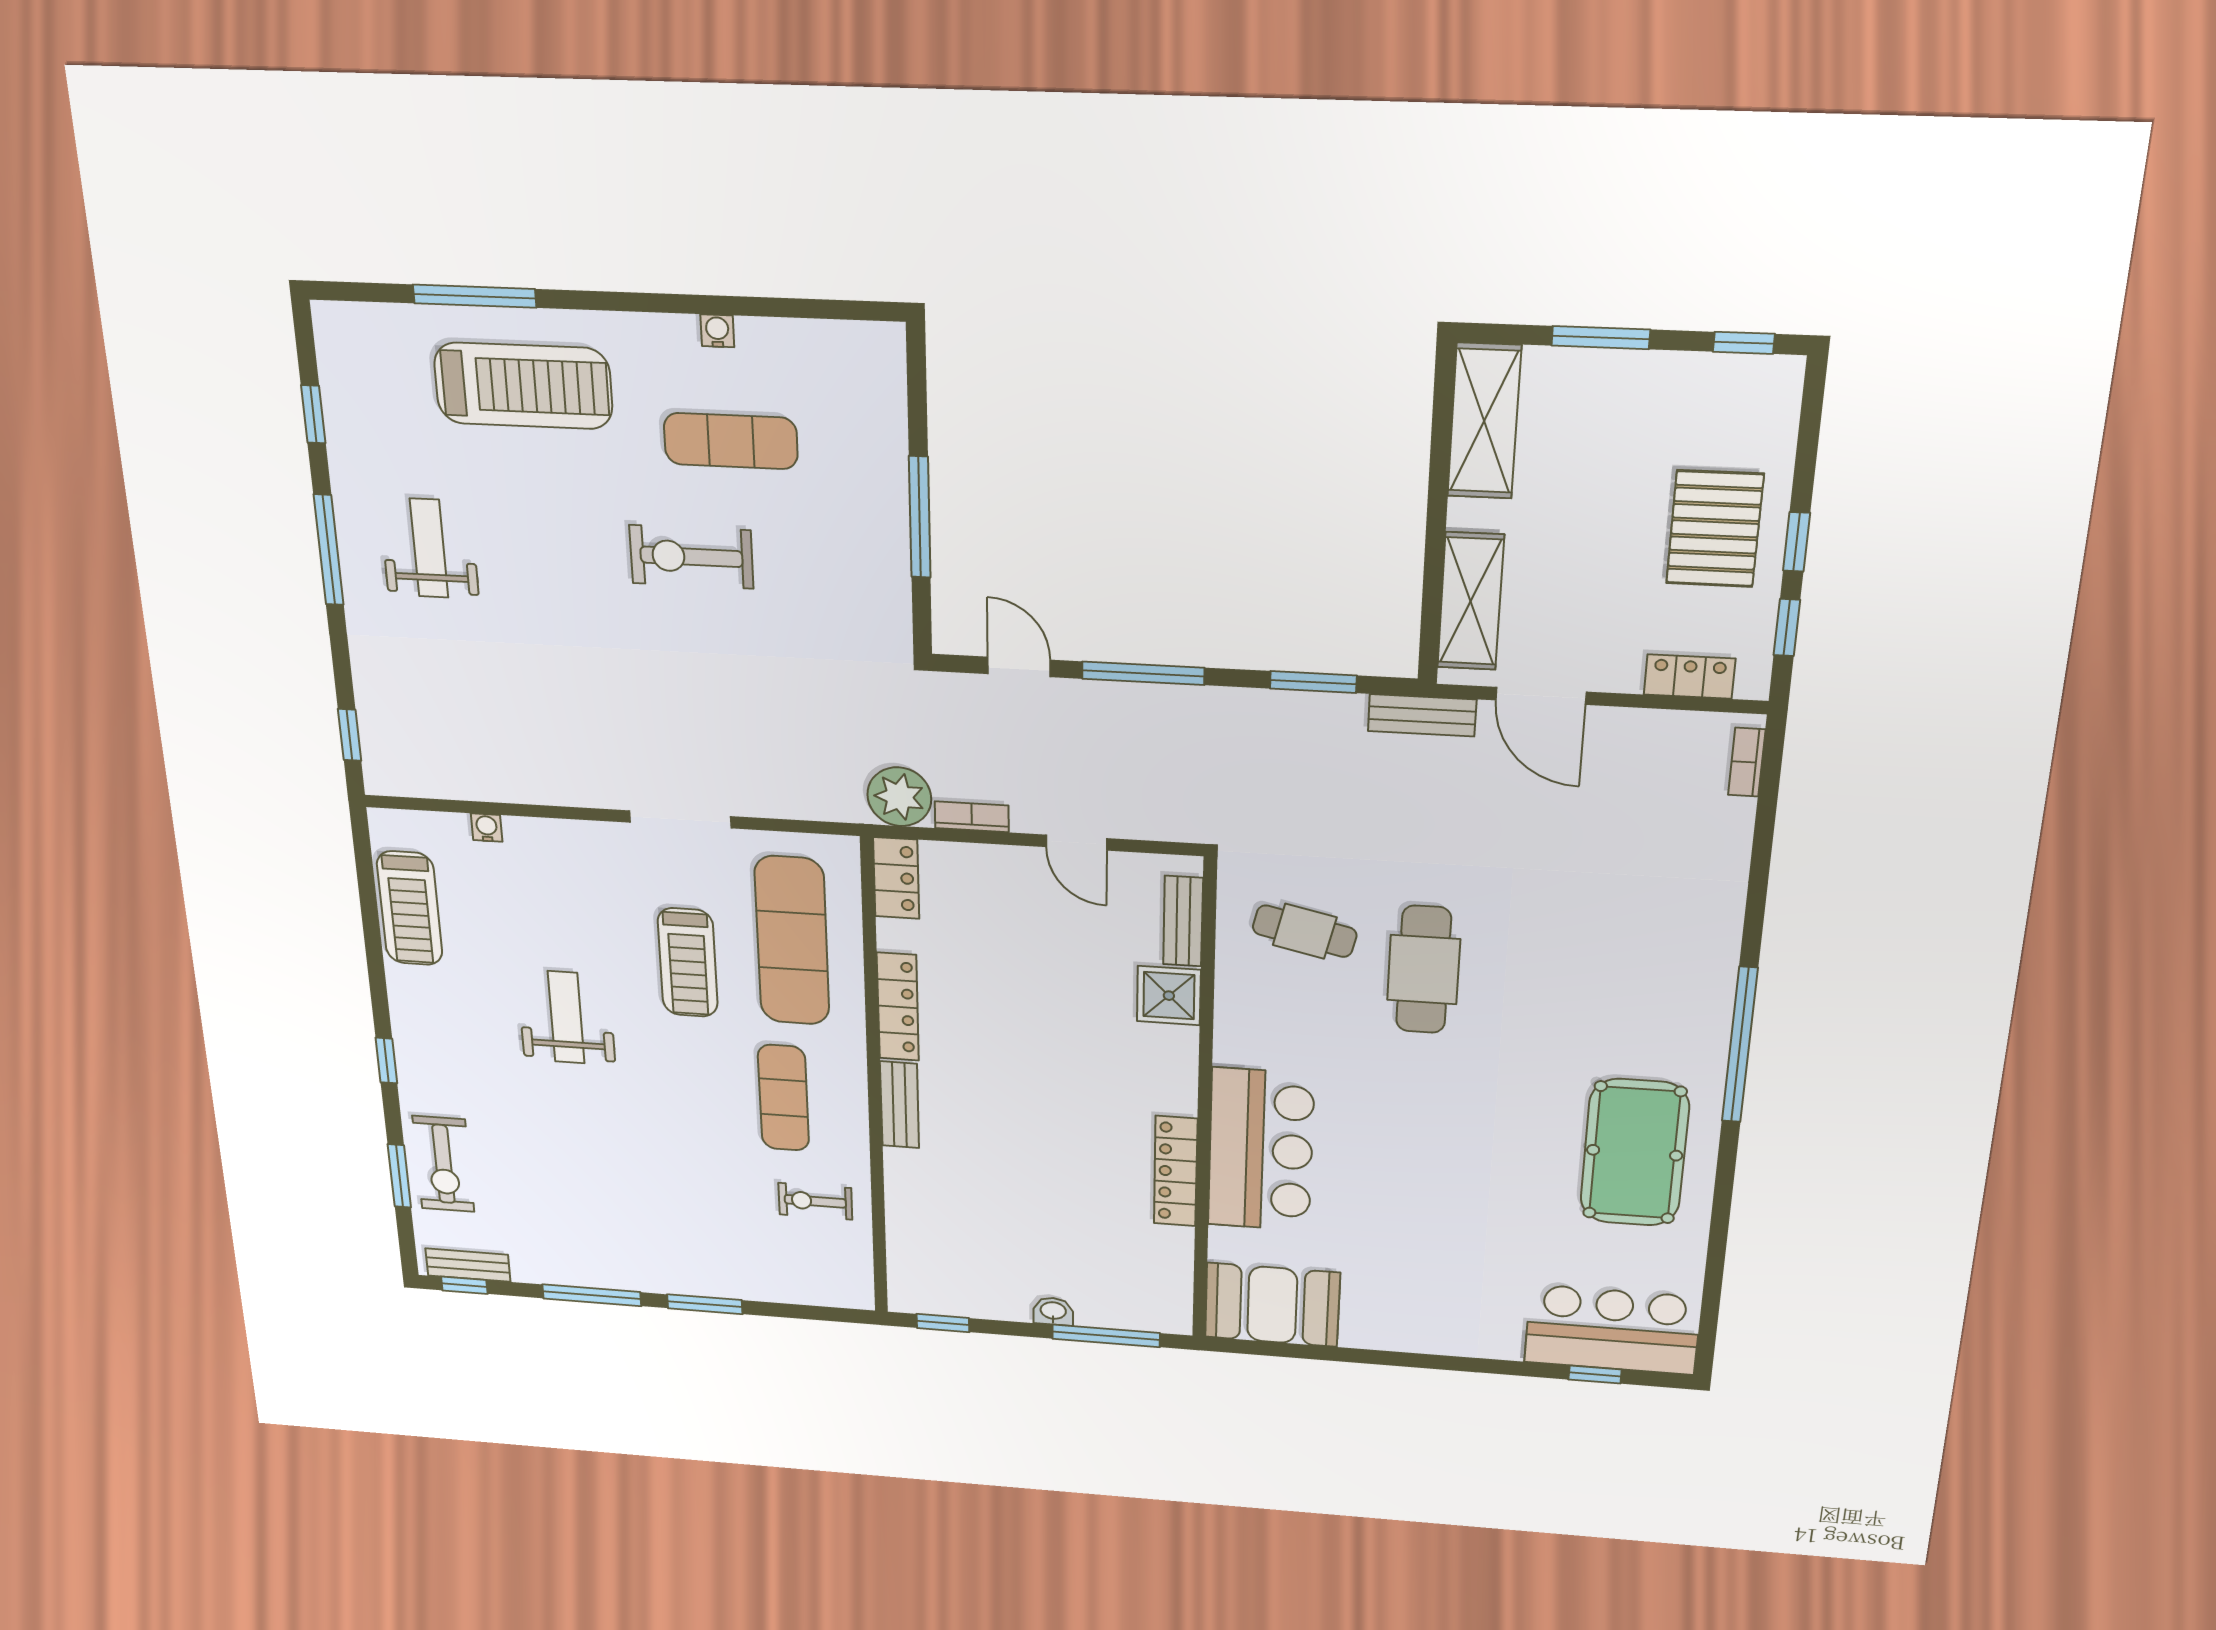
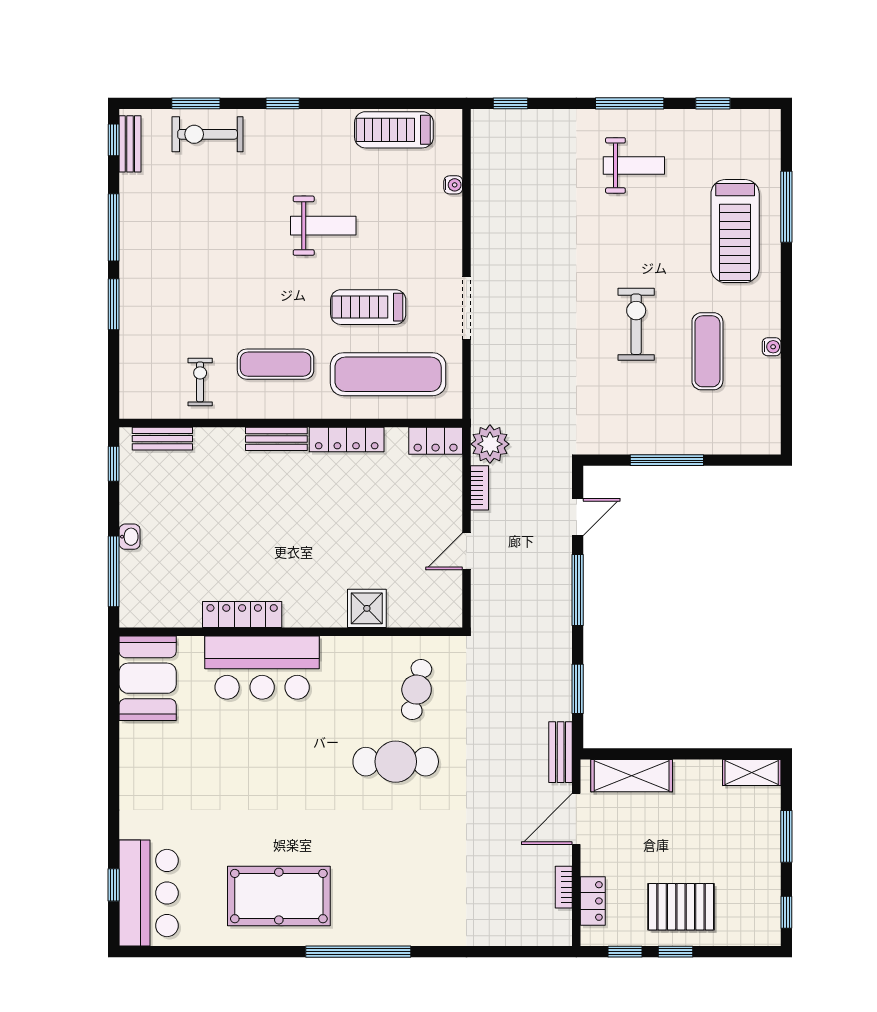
shelving: (1484, 421) -> (752, 773), width x0.67, depth x0.75
bookcase: (1747, 762) -> (564, 887), moved, turned -90
bench: (1183, 921) -> (162, 439), moved

